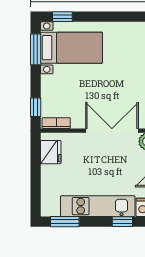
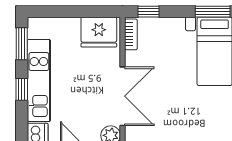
fridge: (51, 152) -> (99, 32), width x1.36, depth x1.34
window: (122, 222) -> (22, 89), moved

